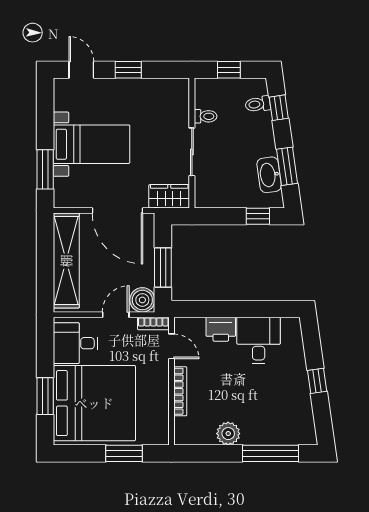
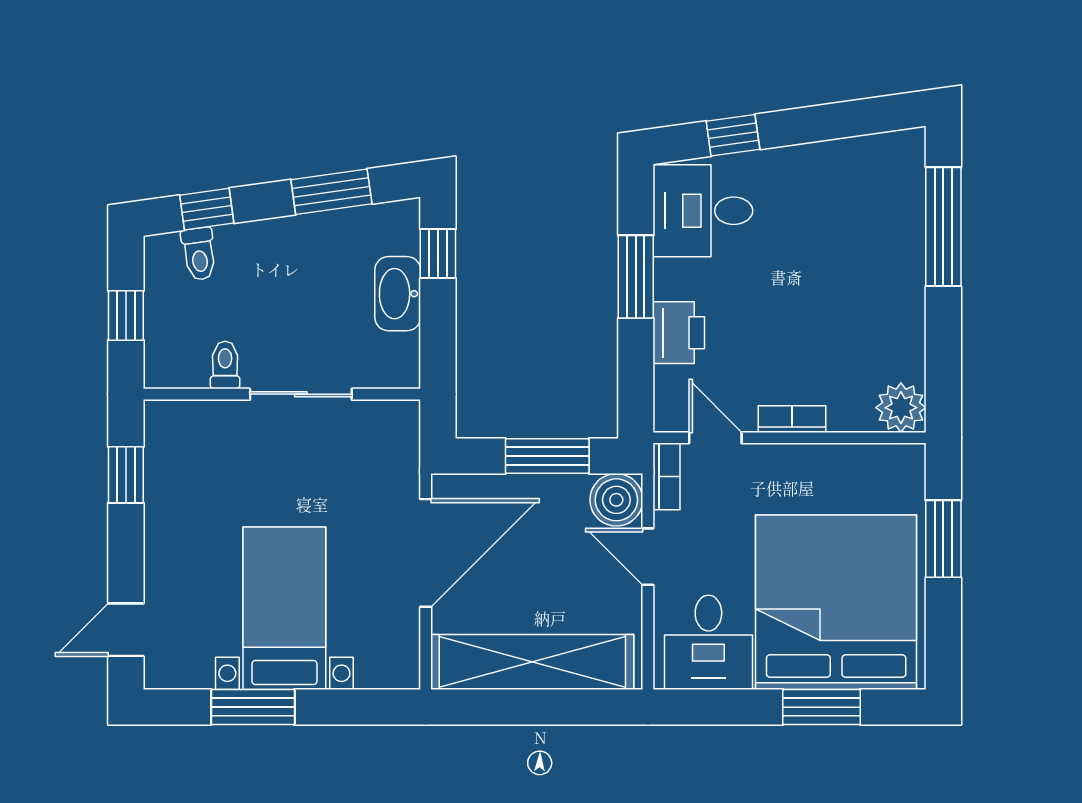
window: (128, 70) -> (126, 475), moved
window: (45, 169) -> (253, 707), moved
washbasin: (269, 175) -> (398, 294), moved, turned 98
wardrobe: (169, 196) -> (395, 443), removed
window: (247, 309) -> (636, 277), added
desk: (259, 341) -> (703, 211), moved
door: (171, 346) -> (715, 438), hinge flipped
window: (317, 381) -> (733, 135), moved
bookcase: (180, 391) -> (792, 419), width x0.64
plant: (228, 434) -> (901, 408), moved

